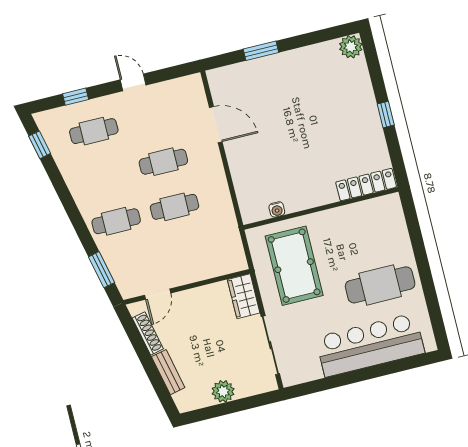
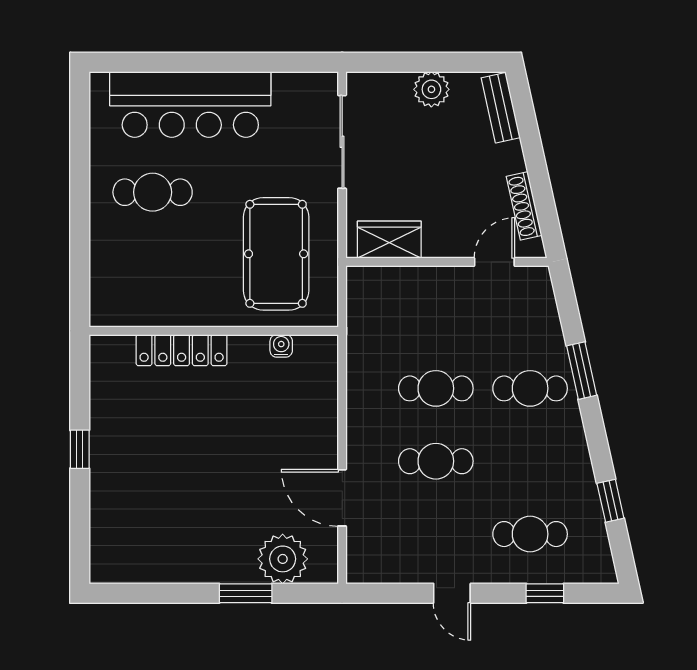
plant: (351, 47) -> (283, 559), moved, width x1.36, depth x1.36
window: (40, 145) -> (610, 501), moved
locker: (366, 185) -> (182, 350), moved
window: (102, 270) -> (582, 371), moved
cafe table: (380, 285) -> (153, 192), width x0.73, depth x0.74
wardrobe: (244, 296) -> (389, 240), moved, turned -90
bench: (168, 372) -> (501, 108), moved

